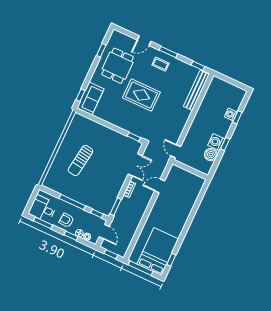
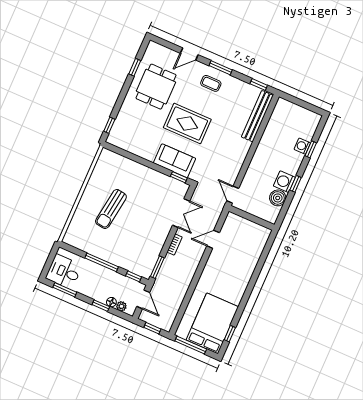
sofa: (90, 98) -> (175, 161), moved, turned -90
armchair: (66, 220) -> (95, 286), removed

